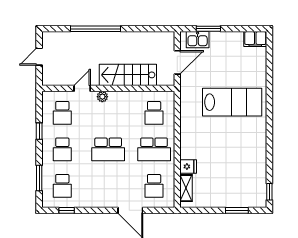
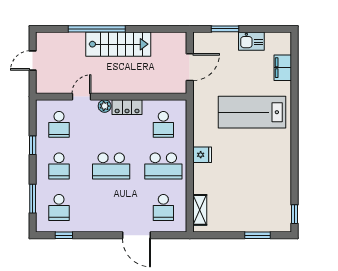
filing cabinet: (255, 39) -> (283, 68), moved, turned 90
kitchen sink: (198, 40) -> (251, 41), moved
stairs: (128, 75) -> (118, 44), moved, turned 180
locker: (122, 98) -> (127, 107), added
lab bench: (232, 102) -> (252, 112), turned 180
fridge: (188, 166) -> (202, 155), moved

